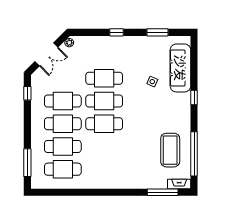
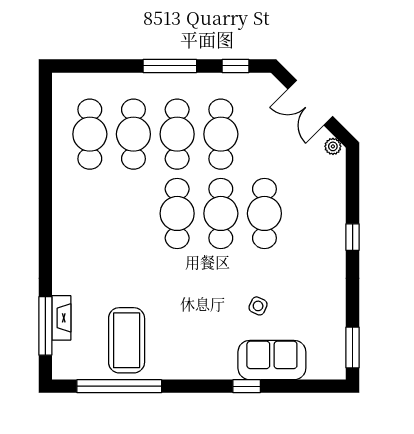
window: (157, 32) -> (353, 347), moved
sofa: (180, 68) -> (272, 360), width x0.73
window: (194, 98) -> (247, 386), moved
coffee table: (170, 150) -> (127, 340), turned 90
window: (27, 163) -> (170, 66), moved
fireplace: (179, 184) -> (61, 318), moved

